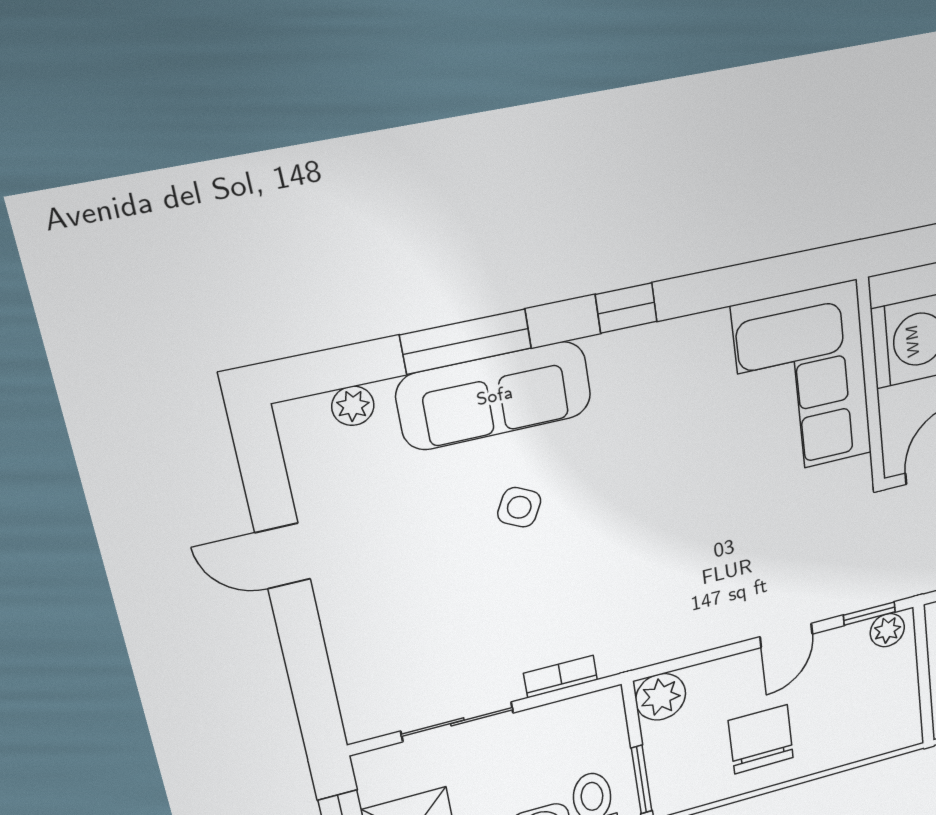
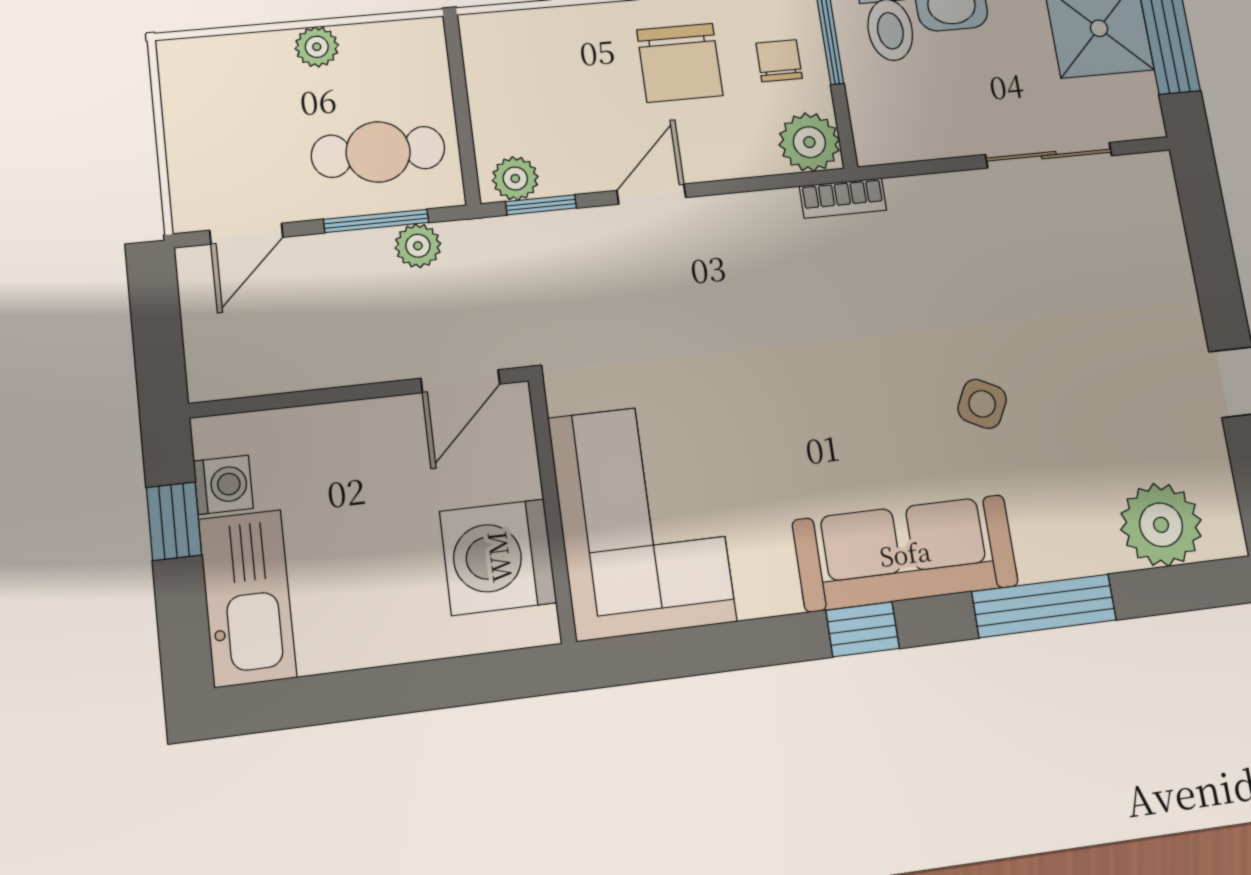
sofa: (495, 396) -> (905, 553), moved
plant: (353, 406) -> (1161, 525), width x1.87, depth x1.87
bookcase: (561, 677) -> (843, 198), moved
chair: (683, 756) -> (779, 61), added

